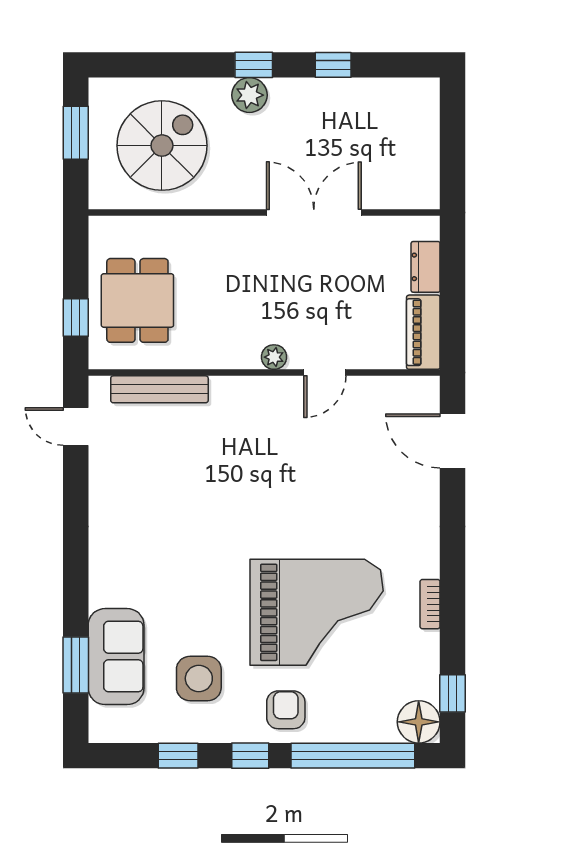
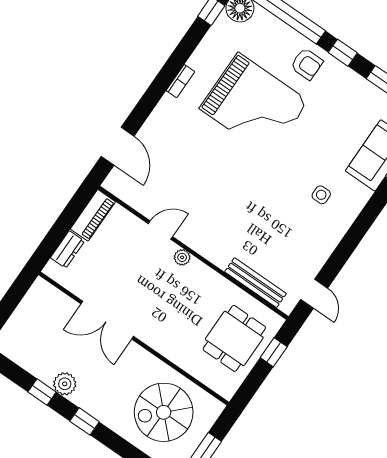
plant: (249, 95) -> (65, 384), moved
bookcase: (430, 604) -> (180, 81), moved
grand piano: (317, 612) -> (254, 105), turned 180
side table: (199, 678) -> (321, 195), moved, width x0.54, depth x0.54
armchair: (286, 710) -> (307, 64), turned -90

